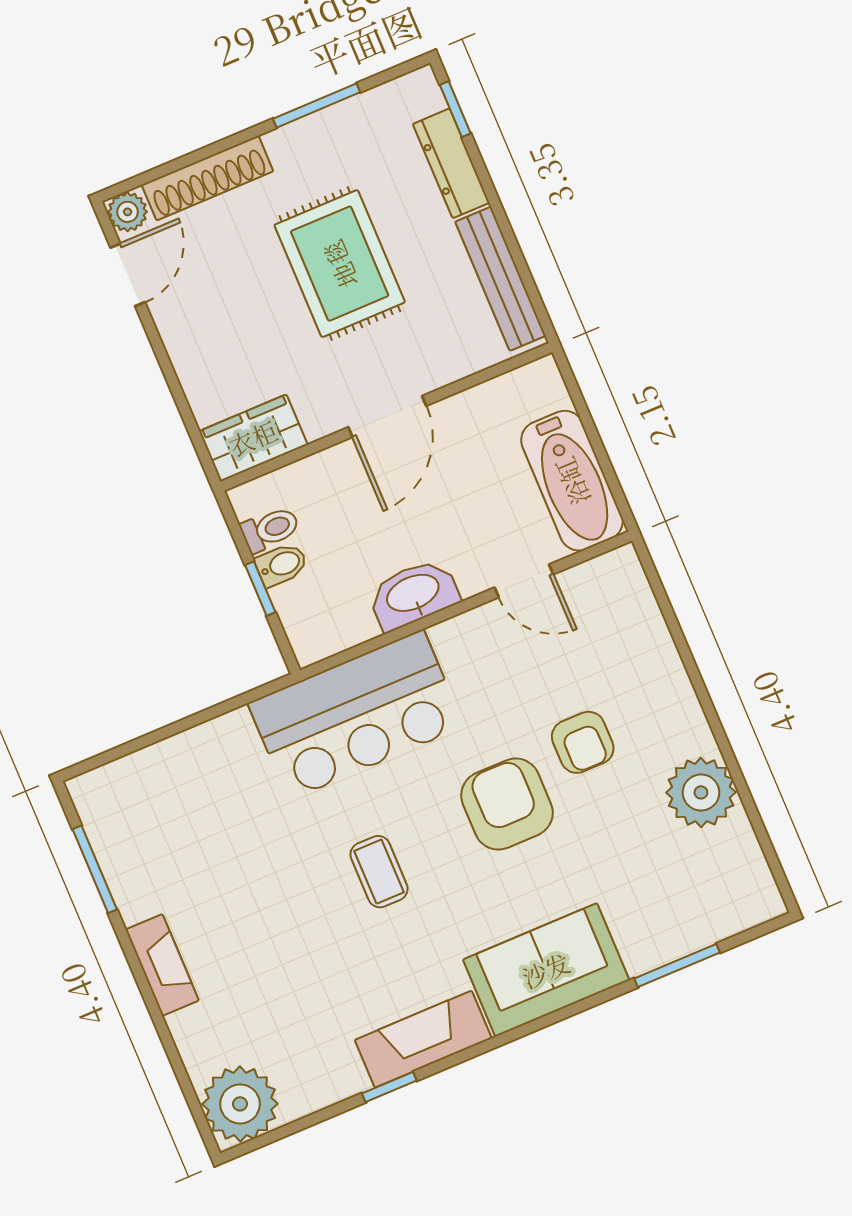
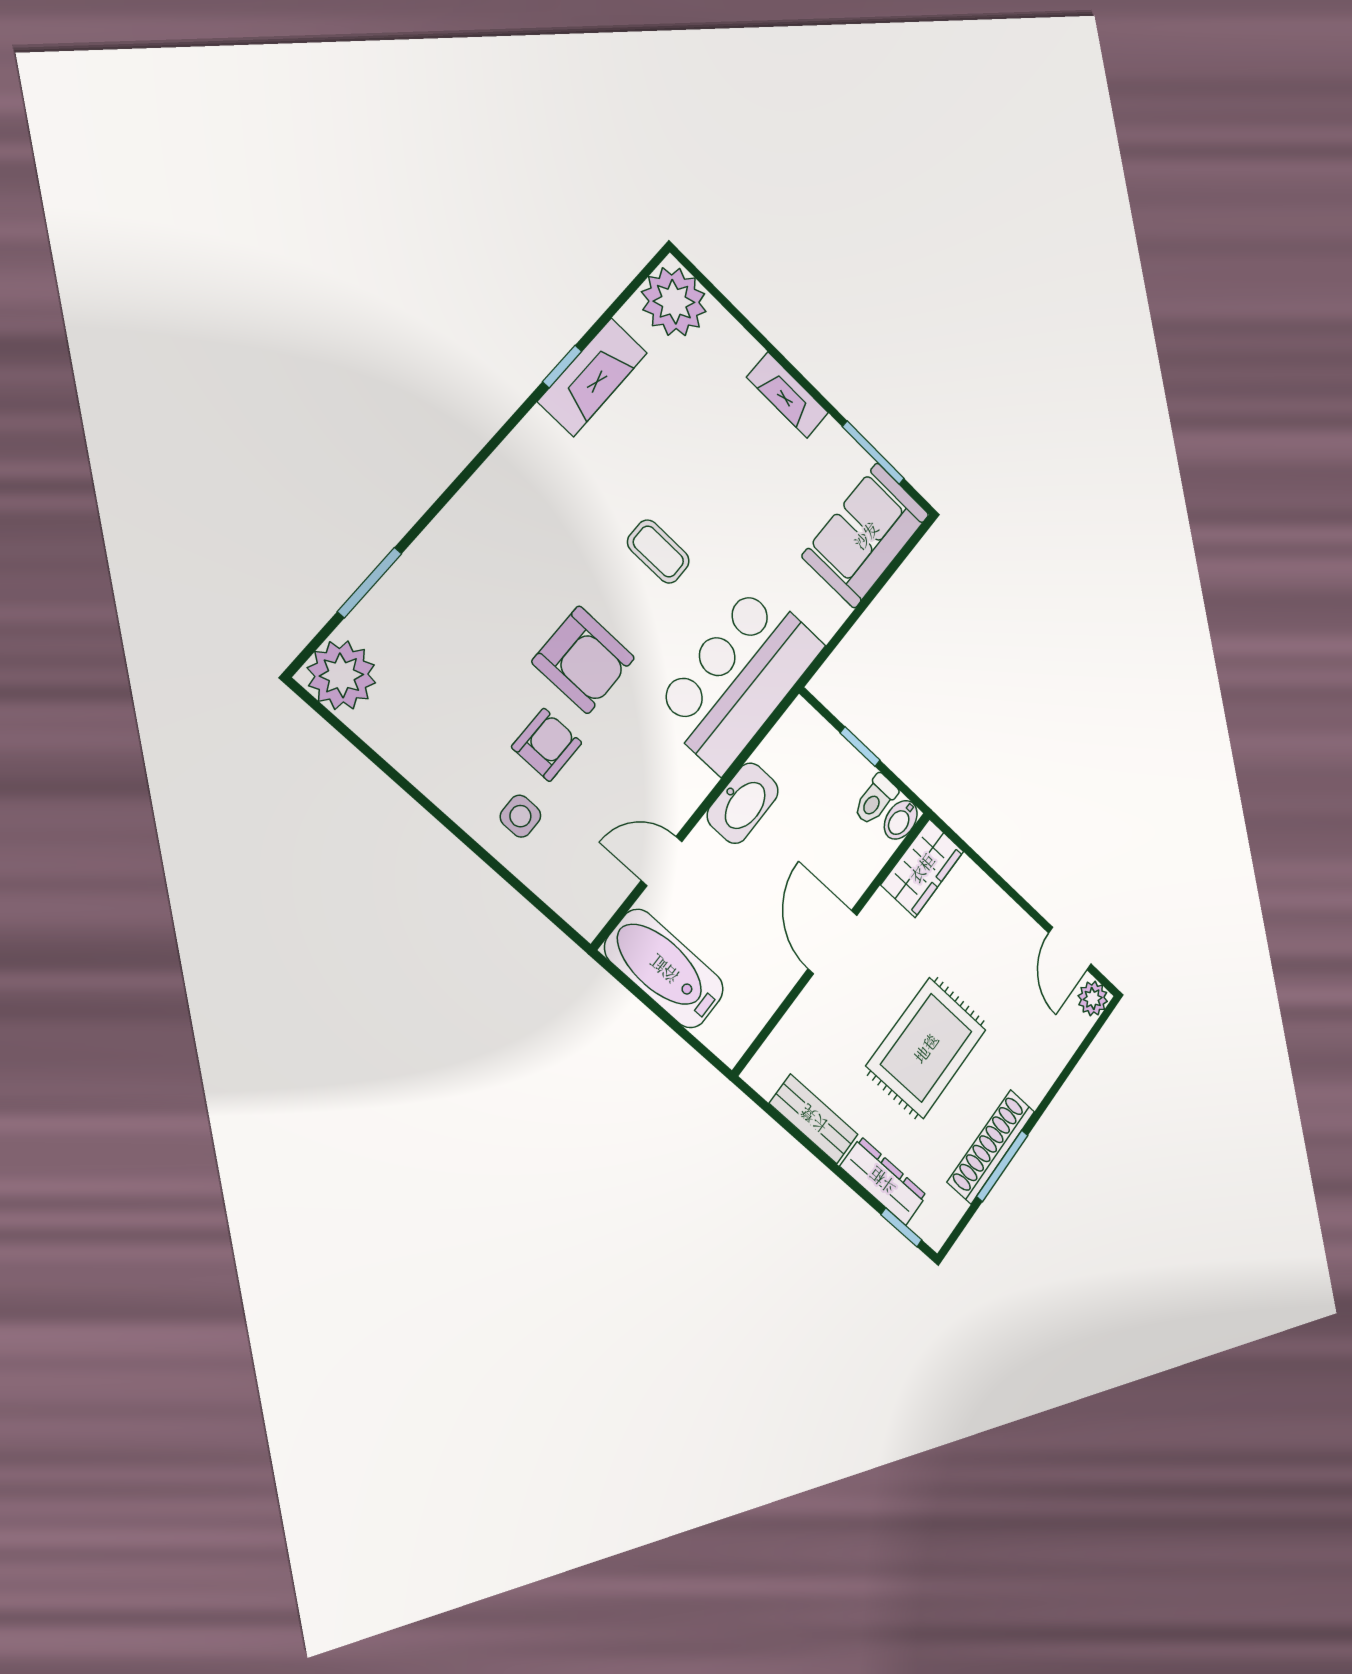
shoe rack: (207, 178) -> (991, 1147), moved
rug: (340, 264) -> (926, 1048), turned 90
bench: (500, 279) -> (814, 1119), width x0.73
bidet: (281, 565) -> (901, 820), moved
side table: (641, 690) -> (520, 816), added
armchair: (583, 742) -> (547, 745), turned 90
plant: (701, 792) -> (341, 675), moved
sofa: (546, 970) -> (866, 535), moved, turned 180
fireplace: (423, 1039) -> (593, 377), moved

